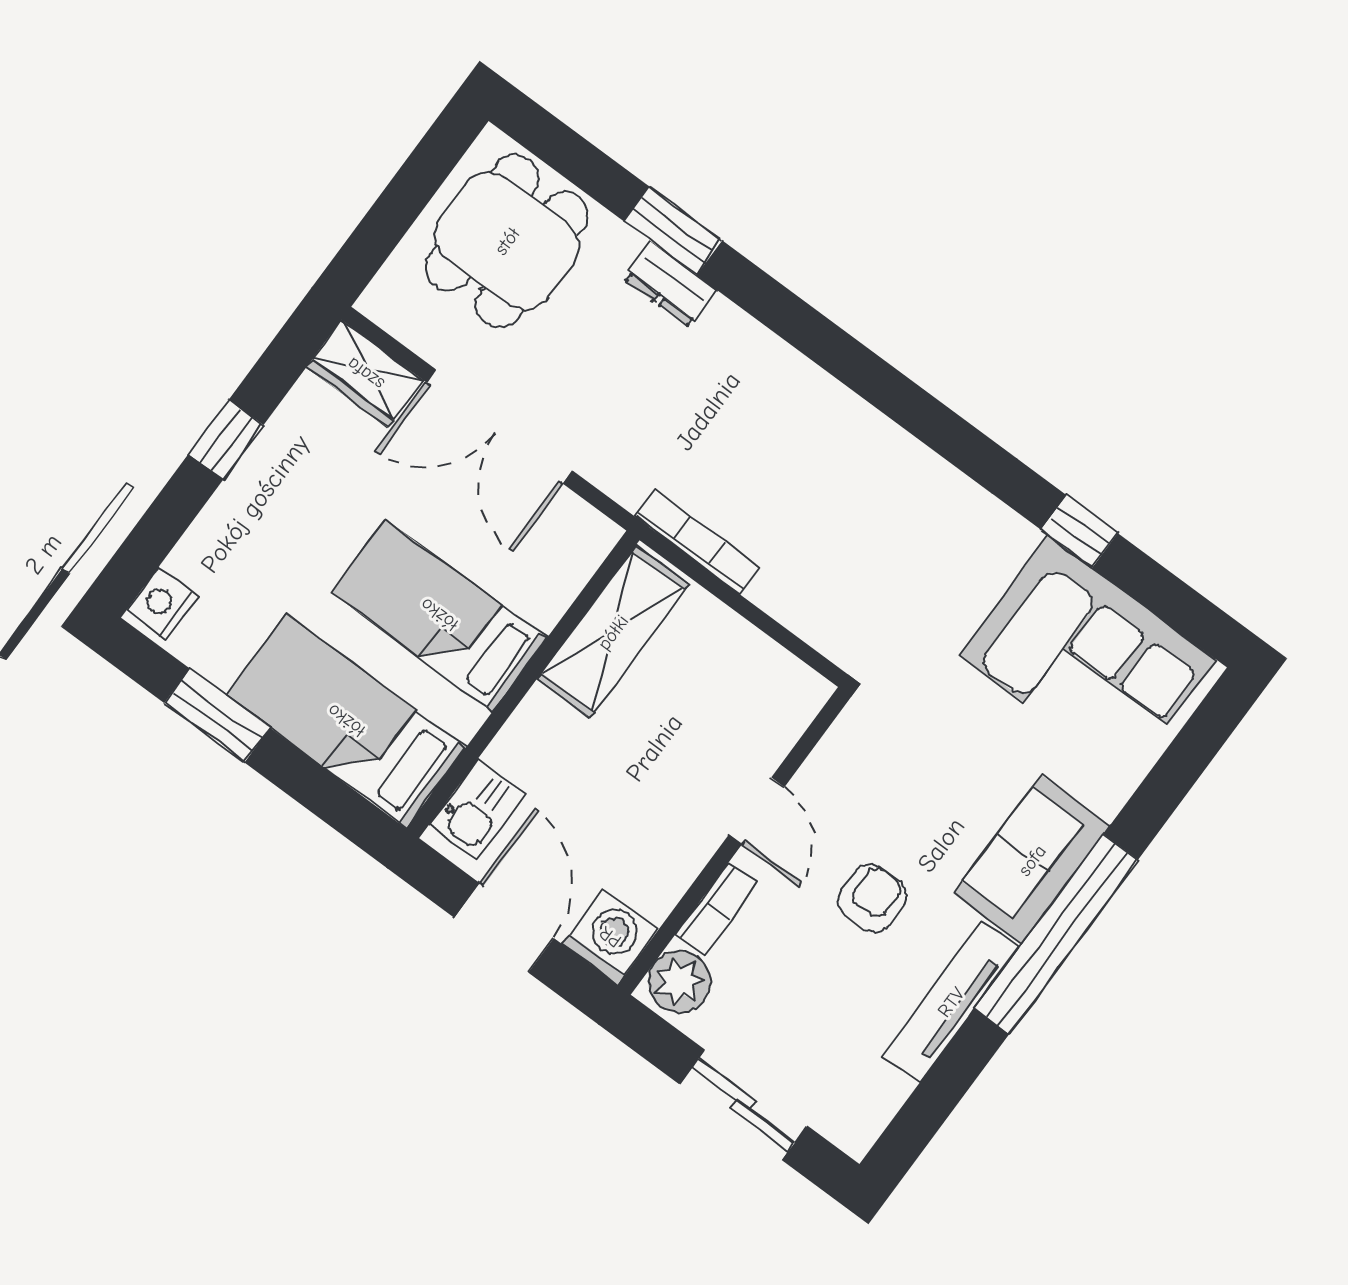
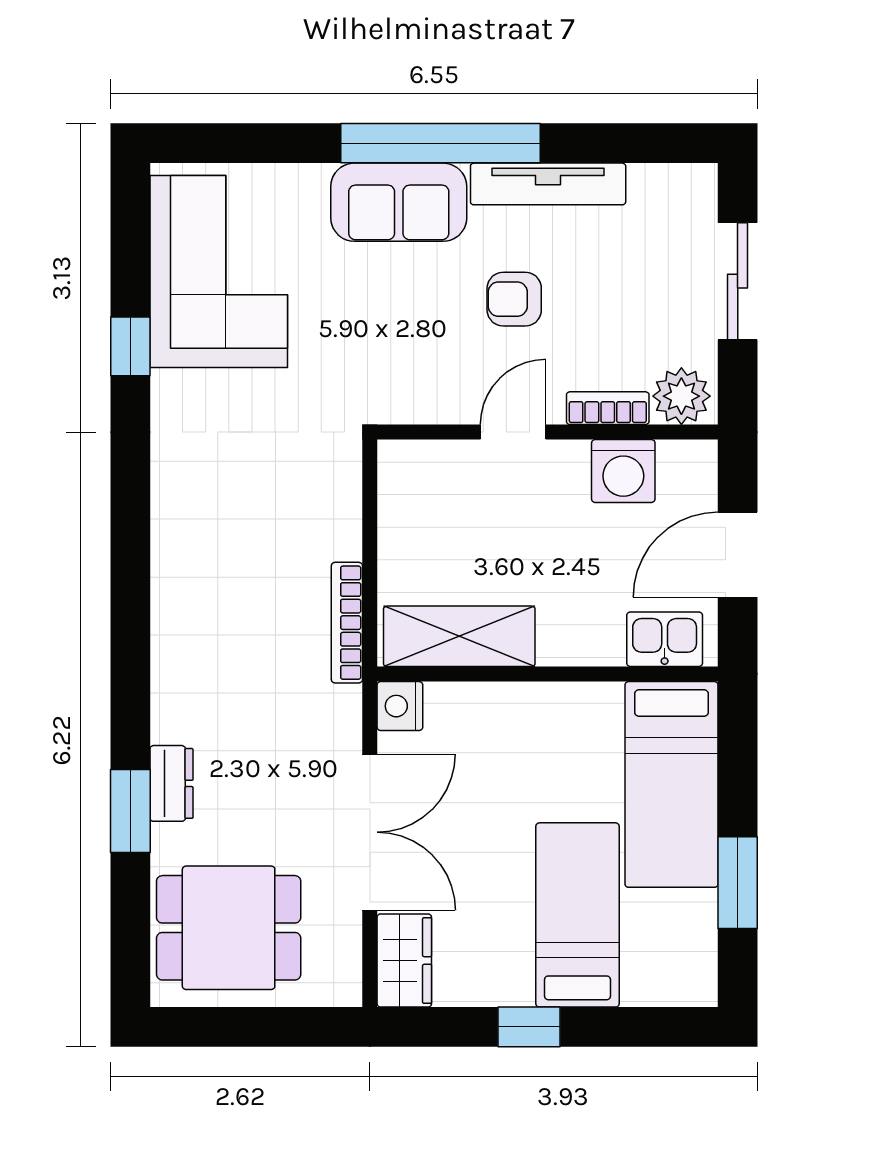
nightstand: (162, 603) -> (400, 706), moved, turned 90
bed: (439, 615) -> (578, 915), moved, turned 180
washing machine: (610, 937) -> (623, 471), moved, turned -90

